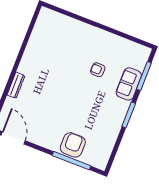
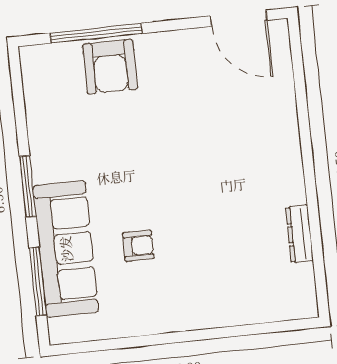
sofa: (129, 84) -> (66, 249), width x1.85, depth x1.27
dresser: (16, 85) -> (299, 234), moved

